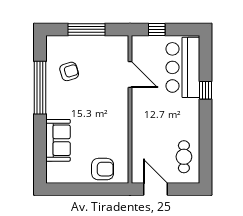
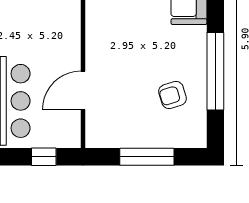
door: (130, 75) -> (83, 90), hinge flipped

